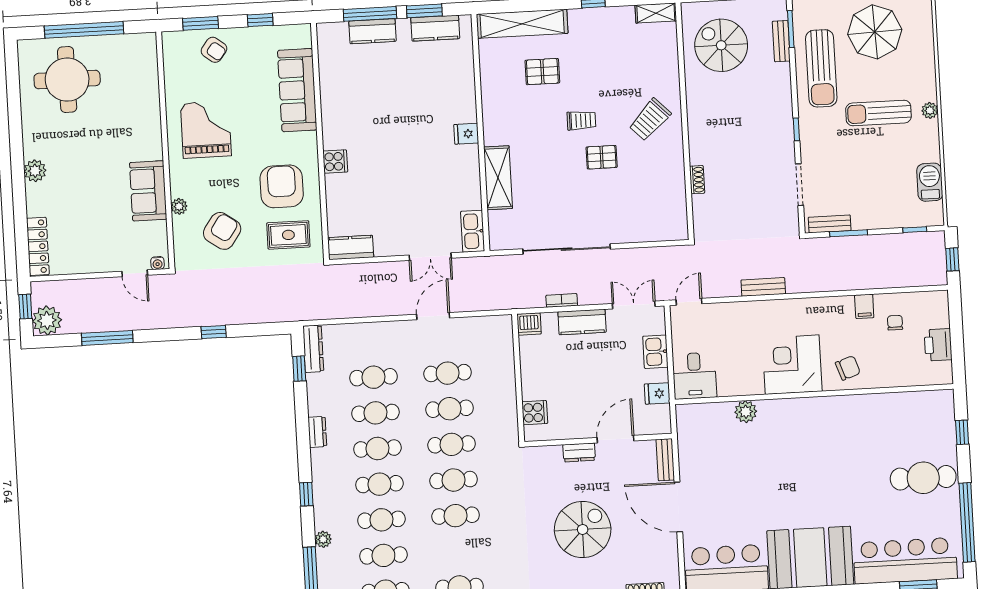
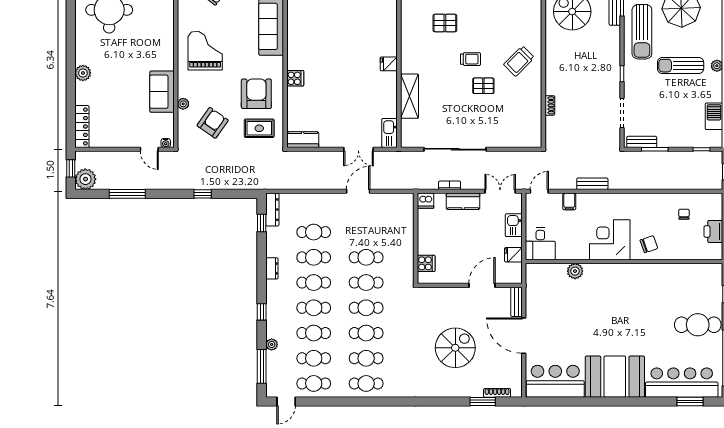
filing cabinet: (864, 306) -> (569, 201), moved
cafe table: (448, 373) -> (366, 358), moved
dresser: (579, 452) -> (456, 293), removed

